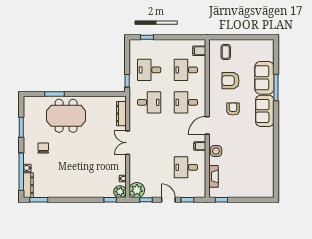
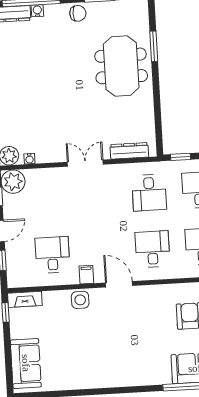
armchair: (233, 109) -> (146, 322), removed
sofa: (265, 111) -> (26, 363), moved, turned 90
chair: (43, 148) -> (78, 13), moved
fireplace: (214, 176) -> (25, 299), moved

